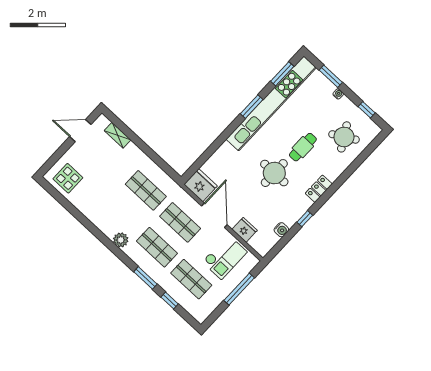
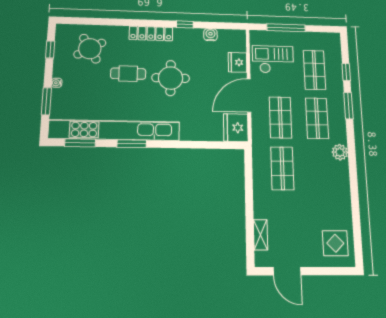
locker: (319, 189) -> (151, 33), width x1.53

